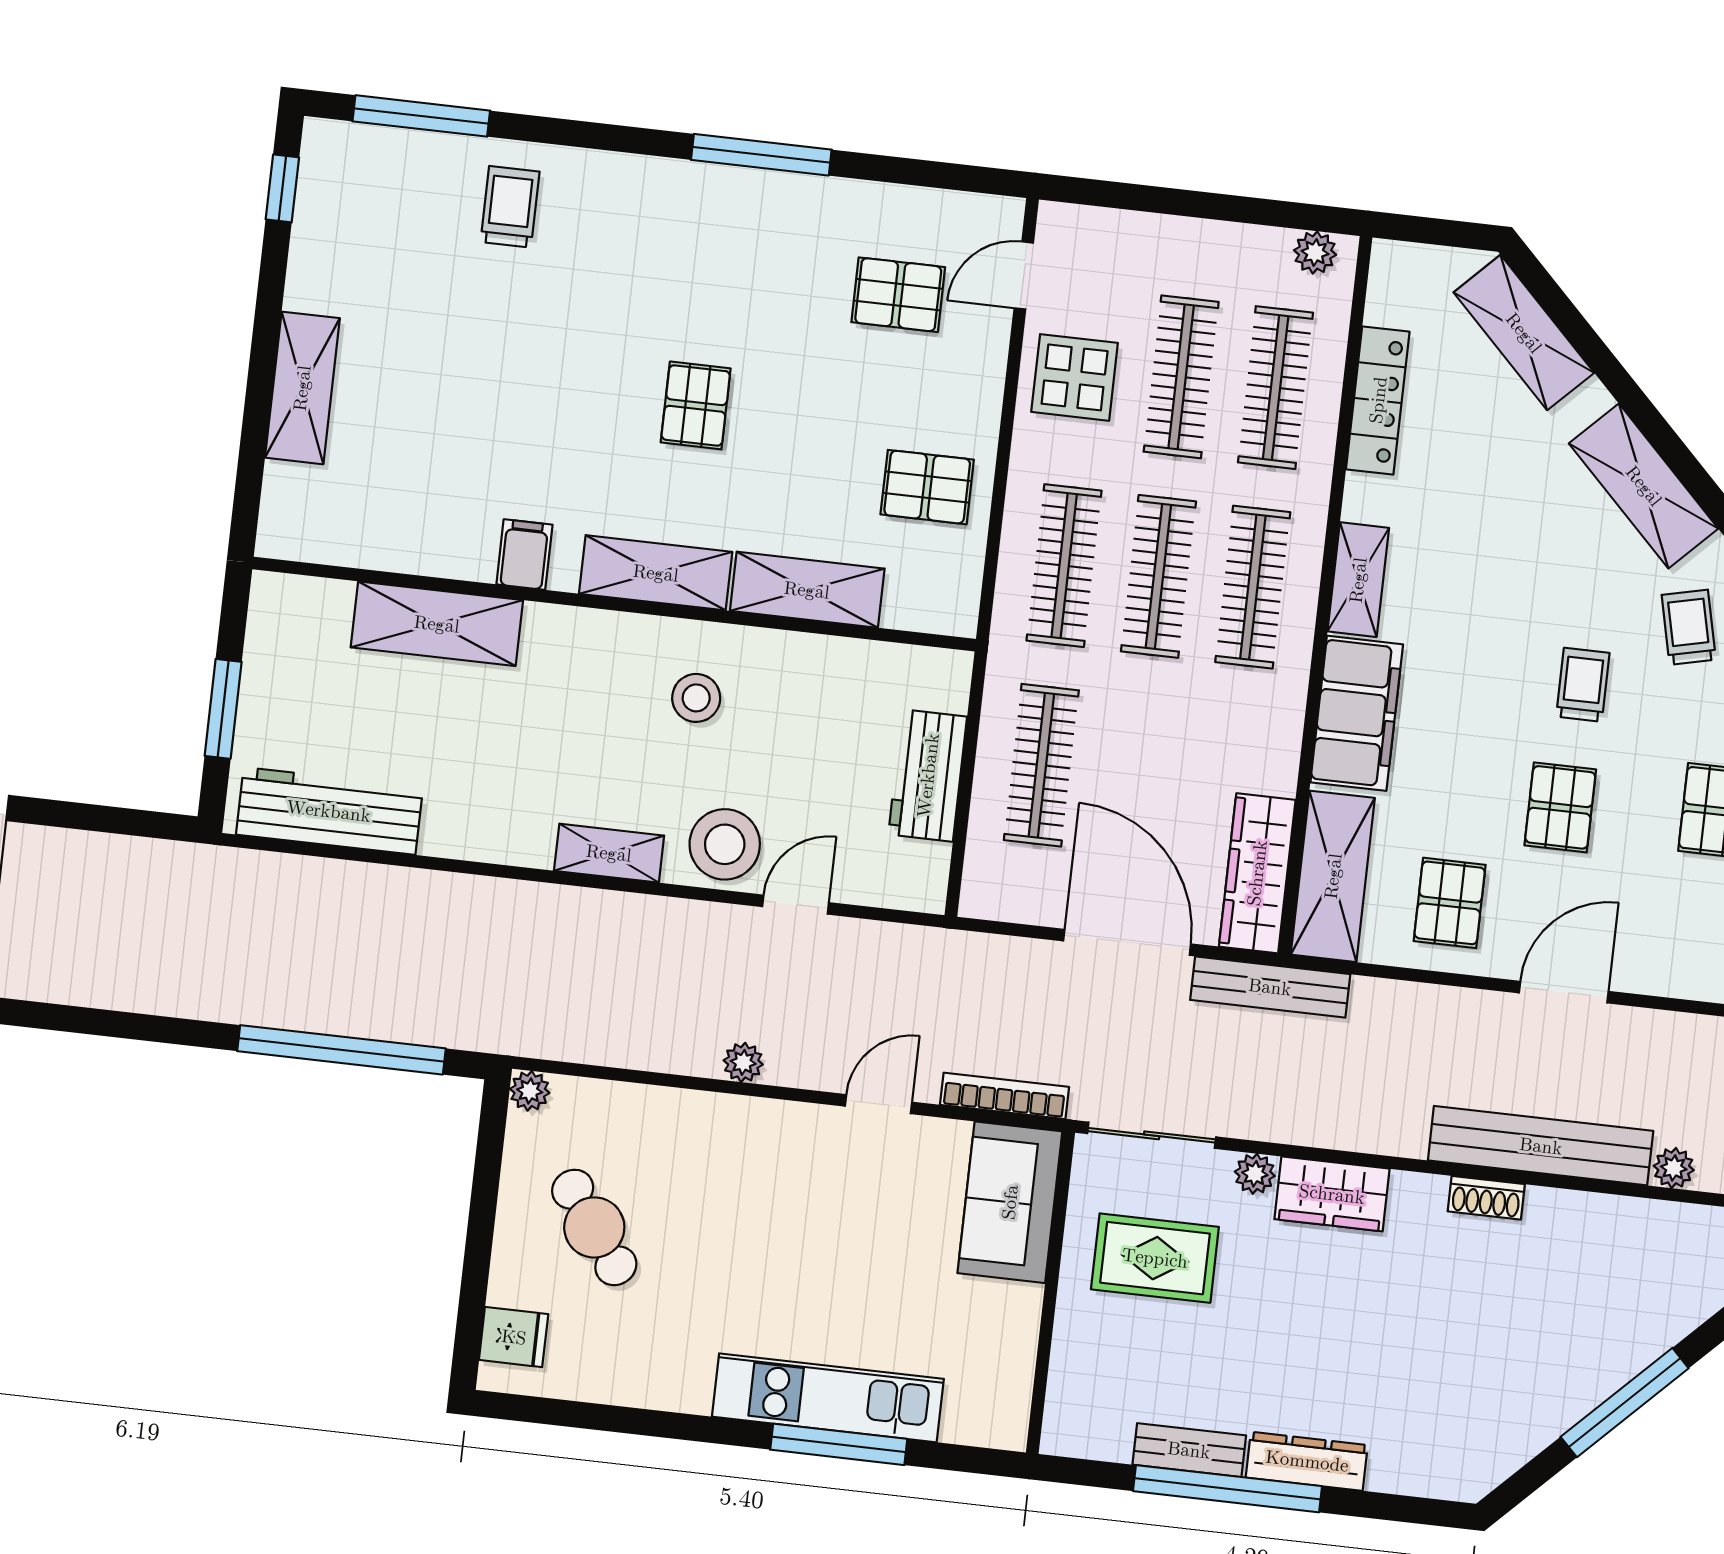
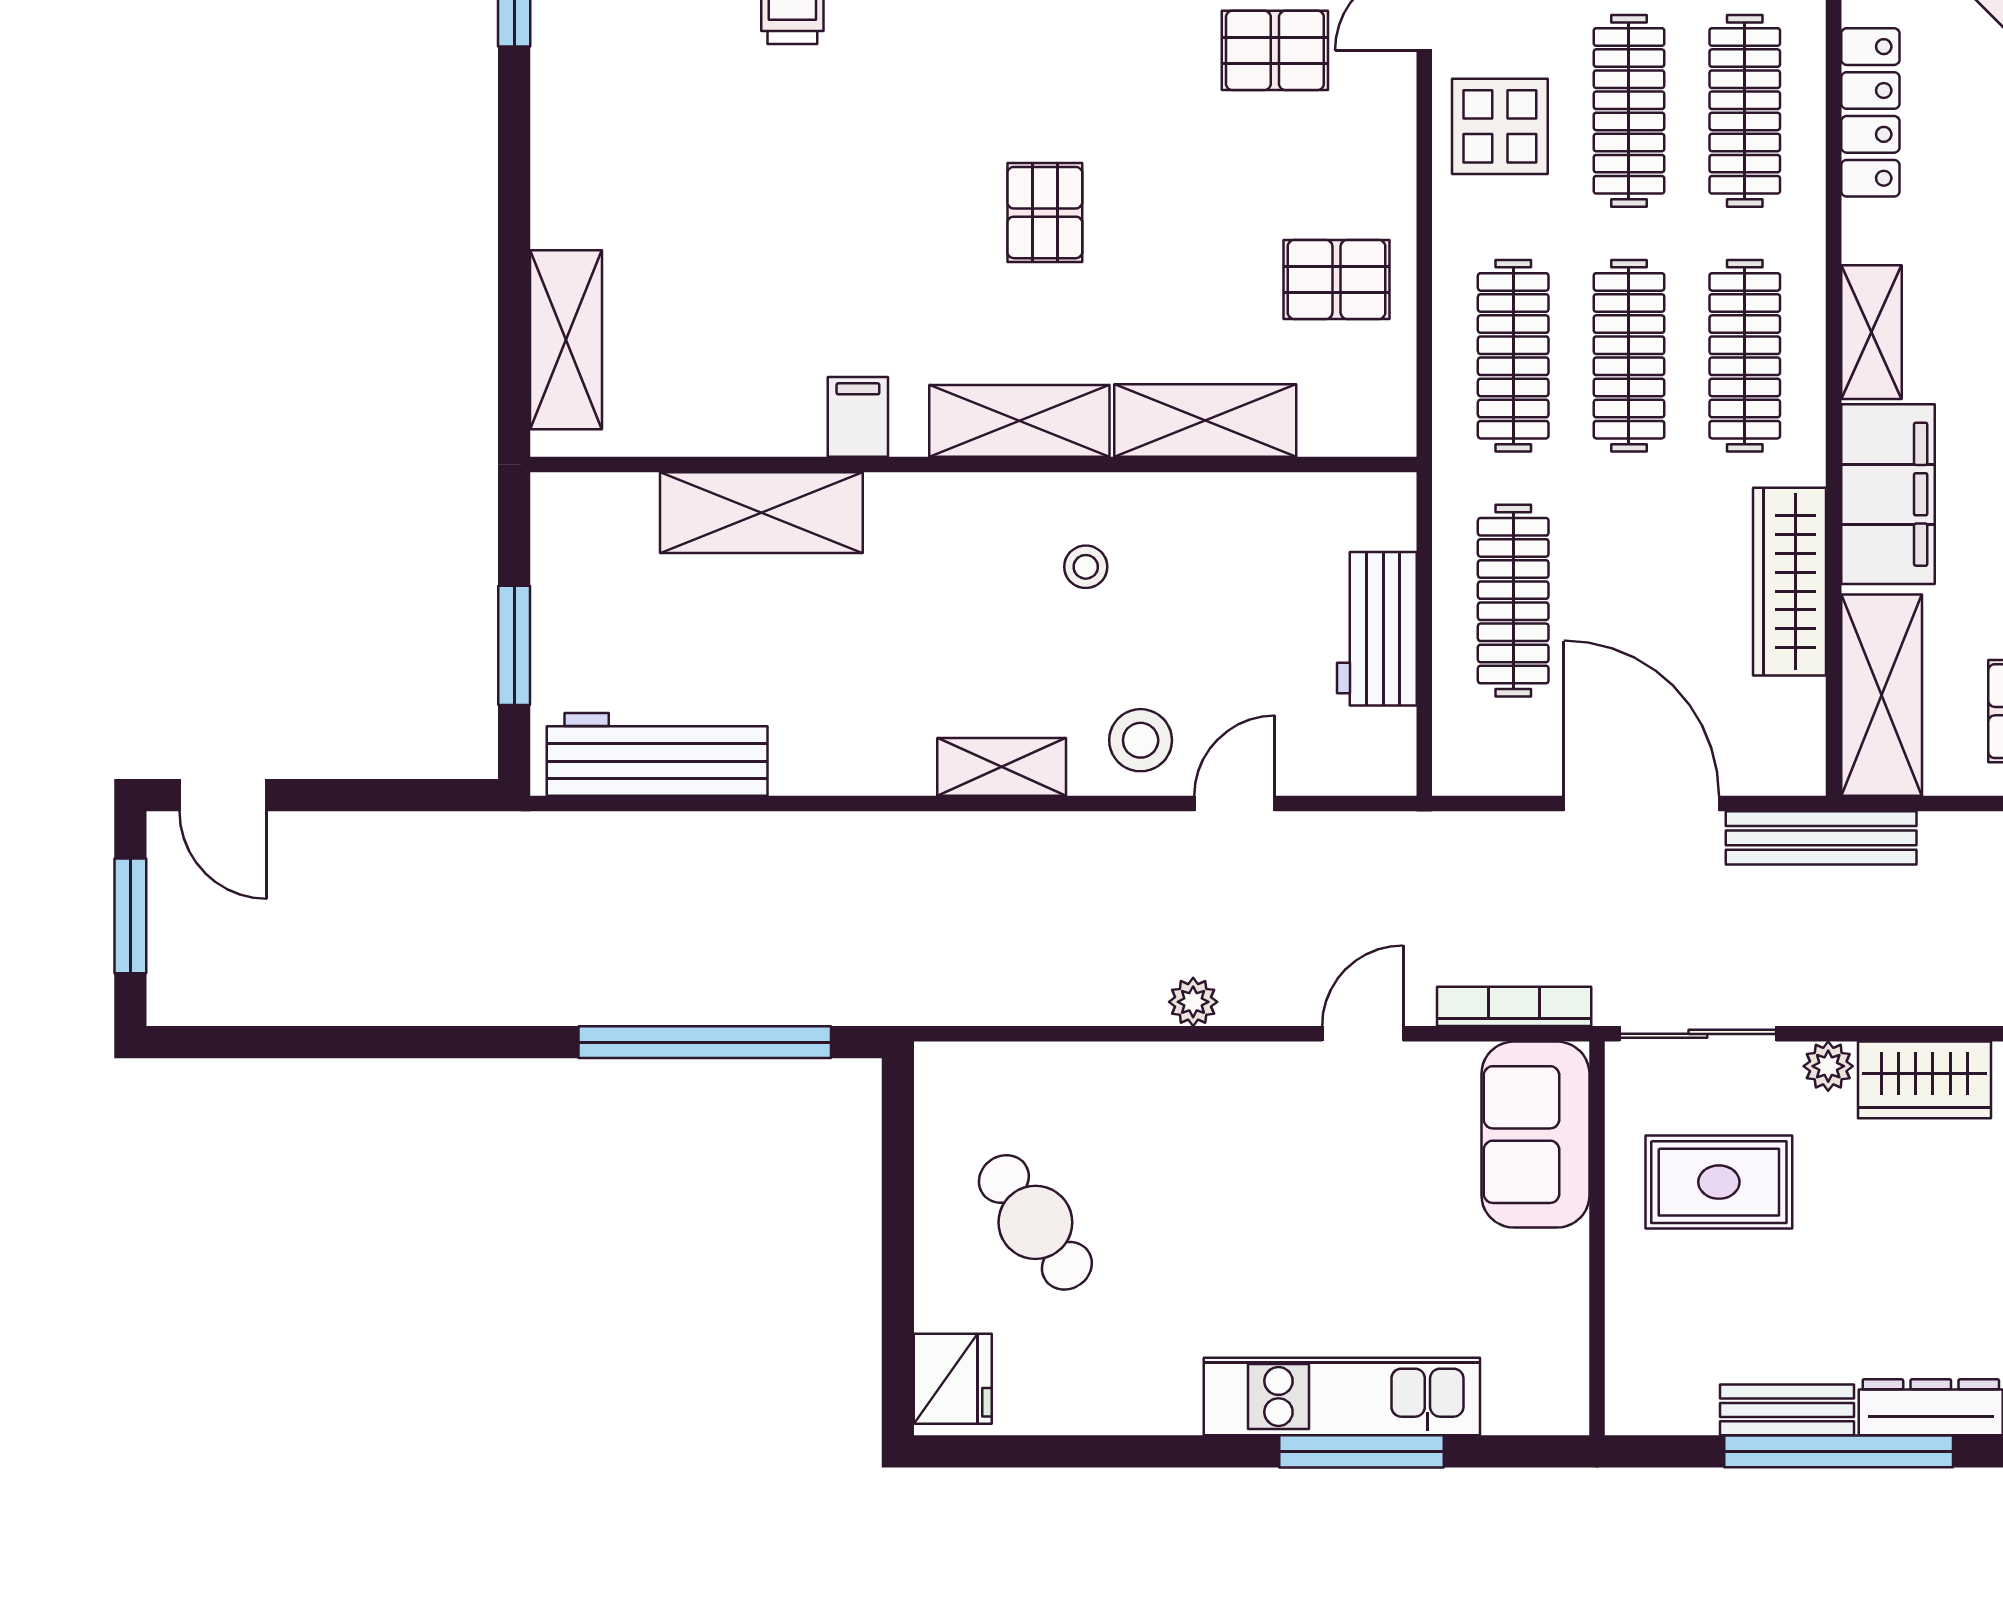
shelving: (302, 388) -> (566, 340), moved
stool: (696, 698) -> (1086, 567), width x0.73, depth x0.73
stool: (725, 844) -> (1141, 740), width x0.73, depth x0.73
wardrobe: (1257, 873) -> (1790, 582), moved
plant: (530, 1091) -> (938, 1066), removed
fridge: (514, 1337) -> (953, 1379), width x1.38

